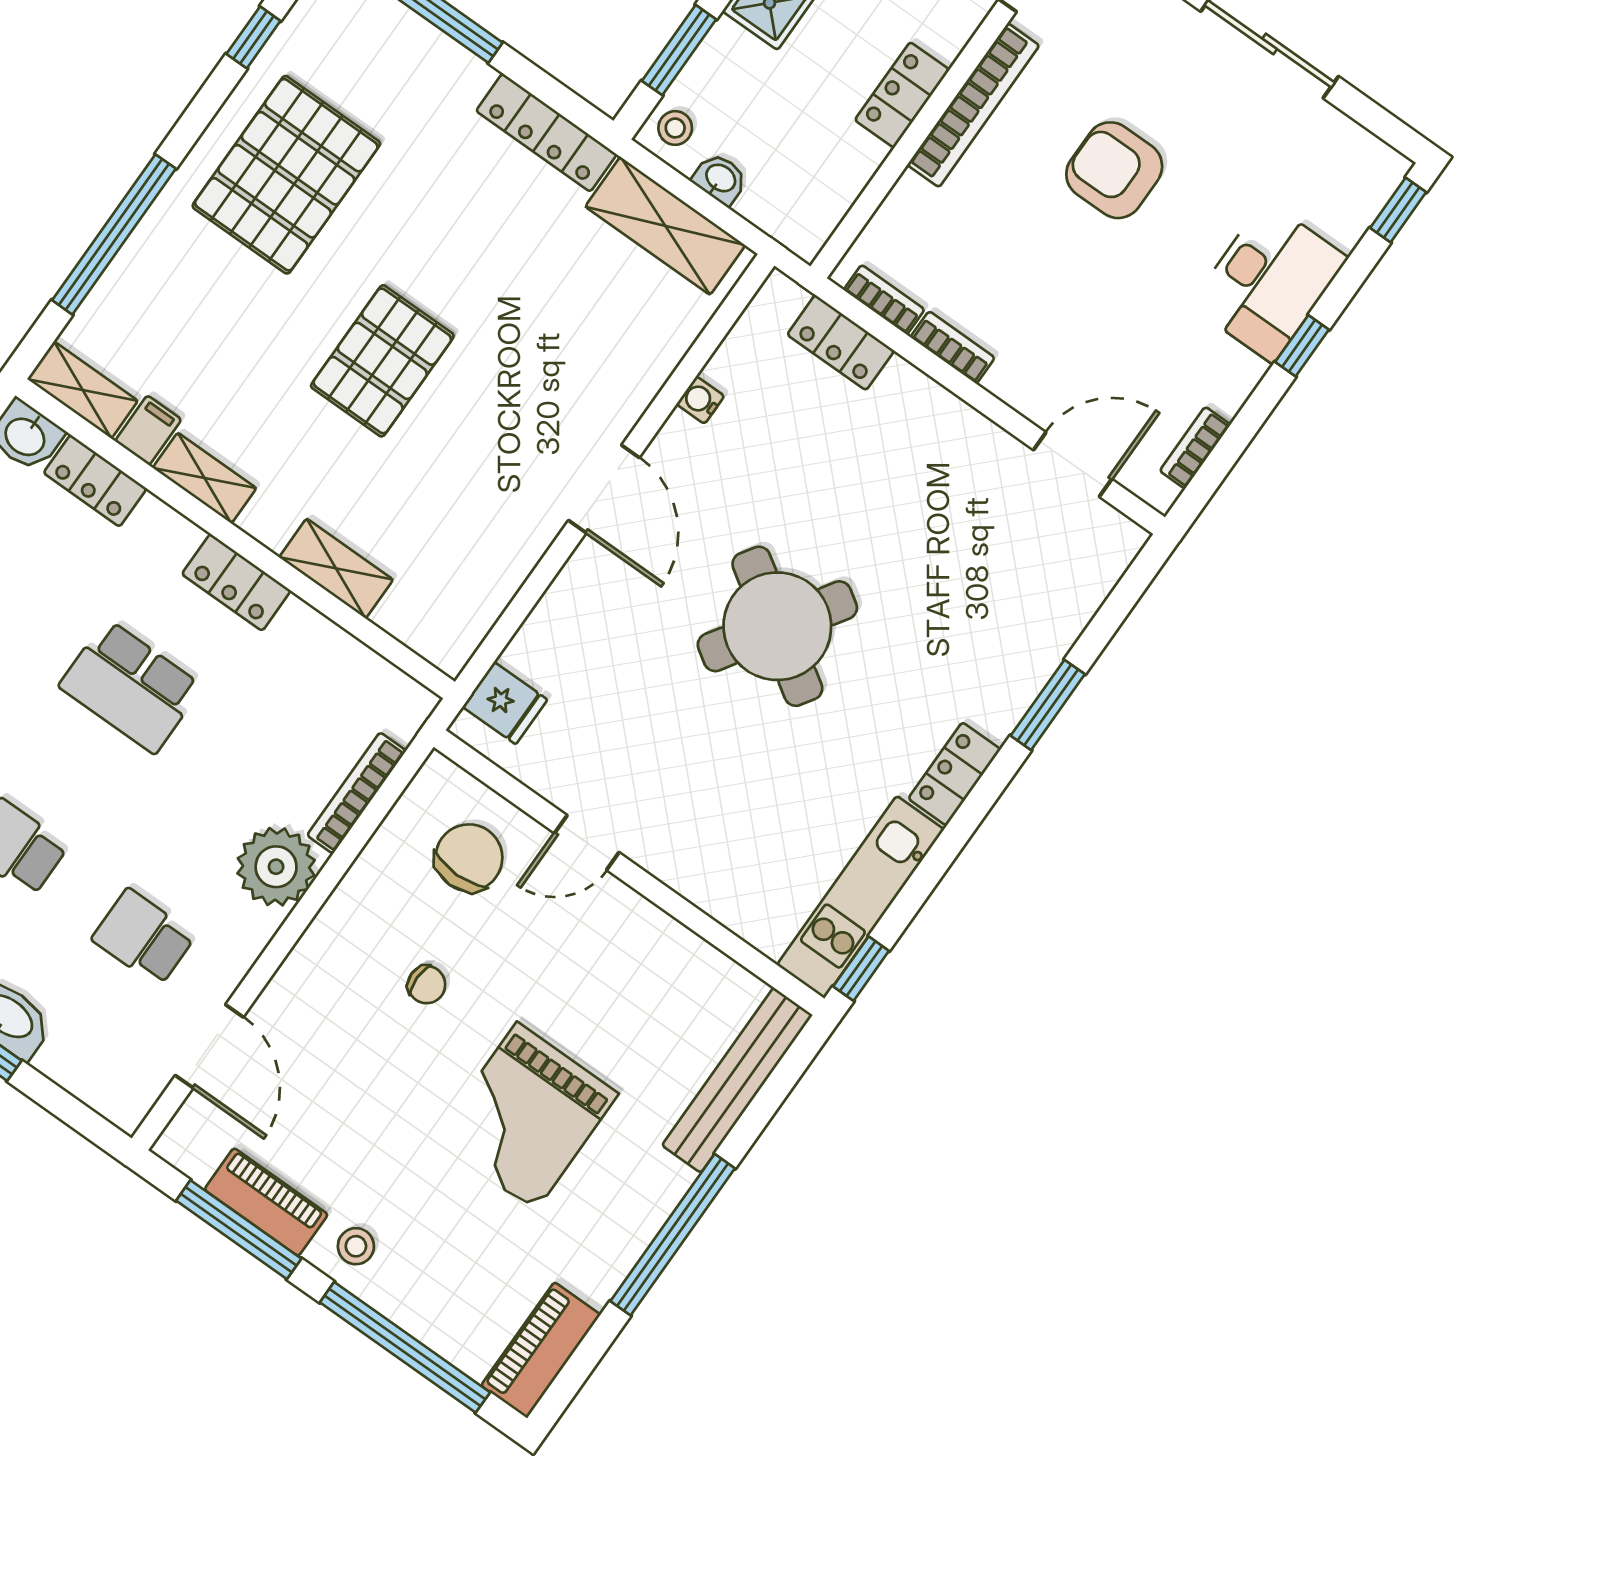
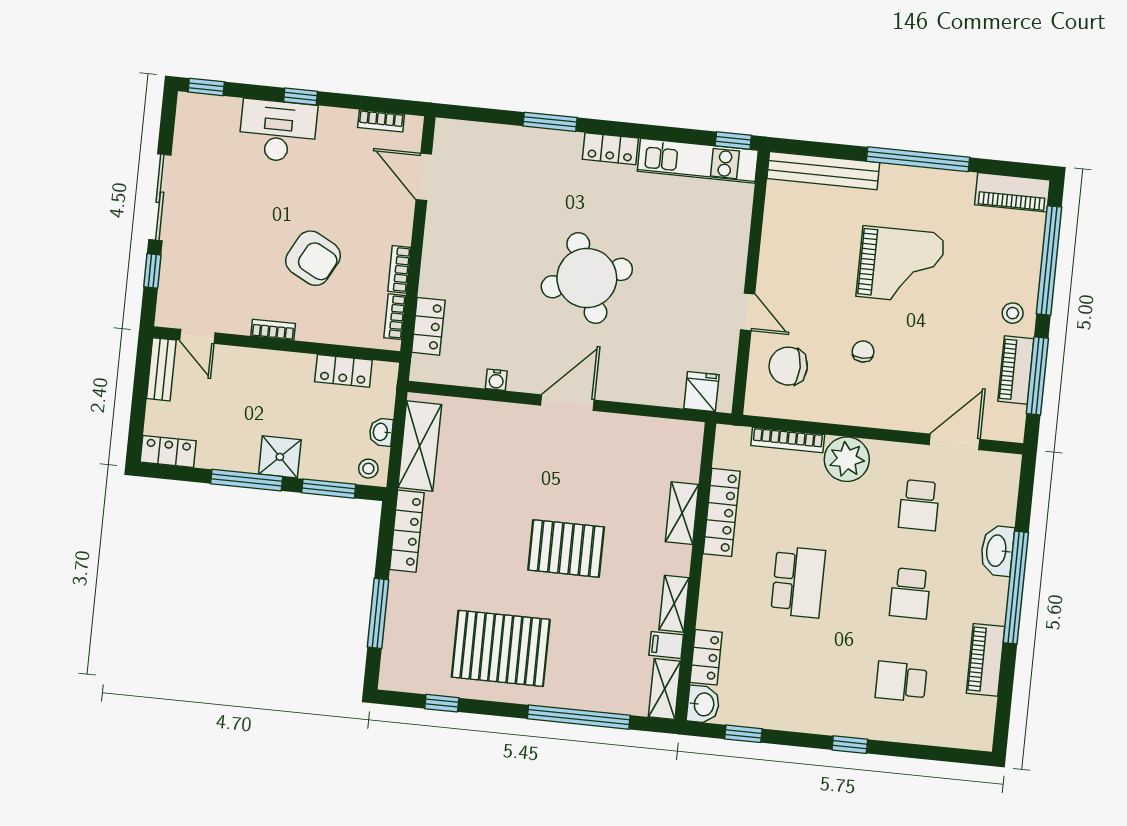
locker: (902, 95) -> (343, 371), moved
bookcase: (973, 105) -> (273, 330), width x0.43, depth x0.76
armchair: (1114, 170) -> (313, 258), moved, turned -62
locker: (236, 582) -> (722, 512), moved, width x1.53
round table: (777, 626) -> (587, 278), turned 37

